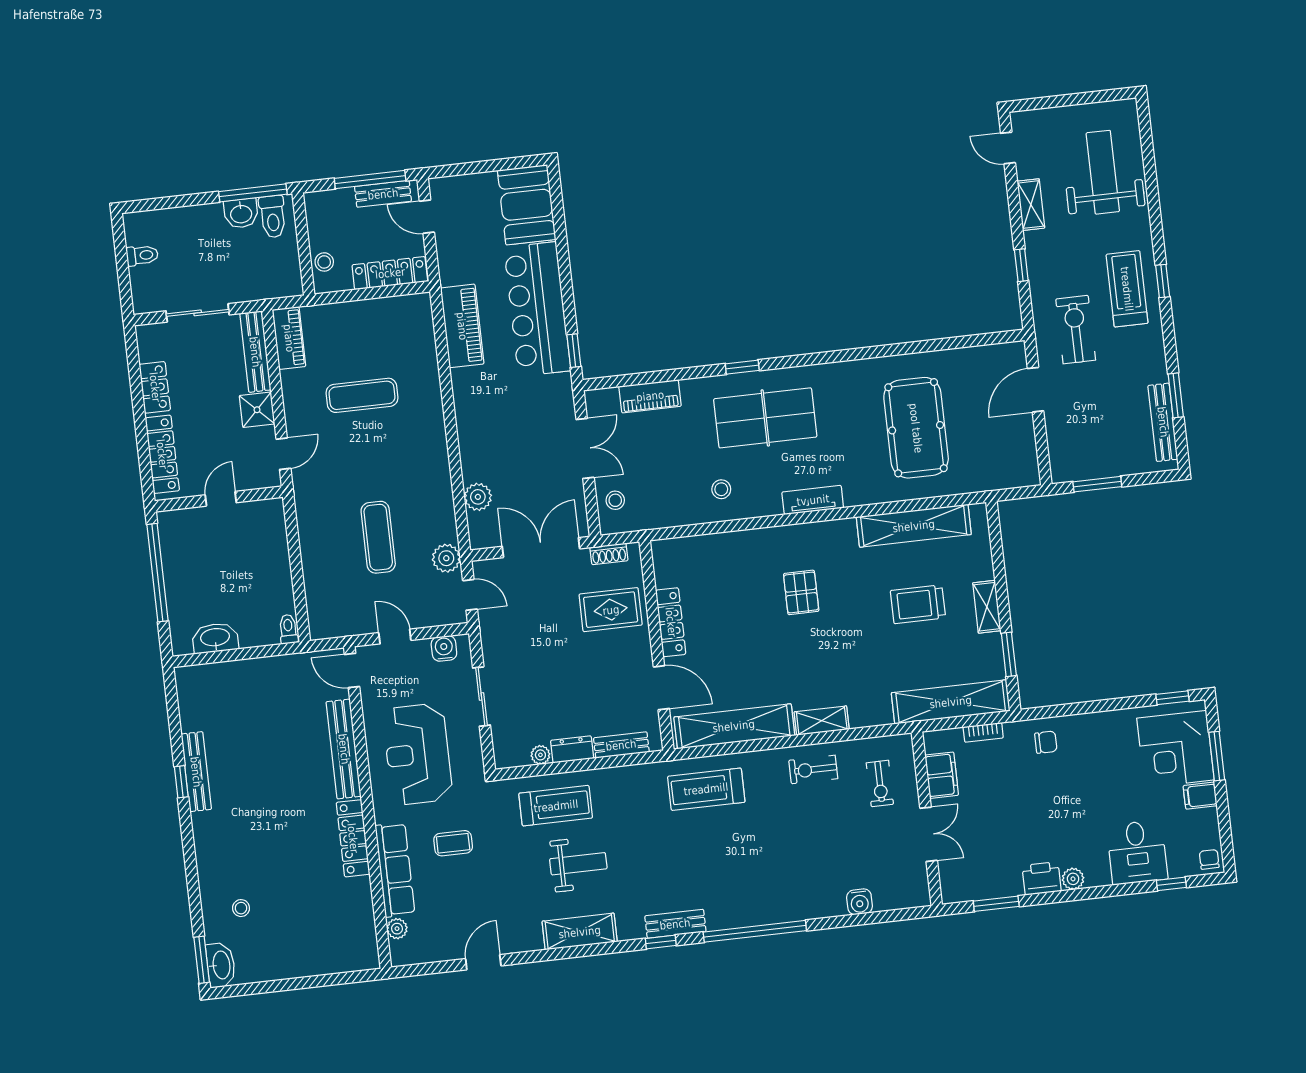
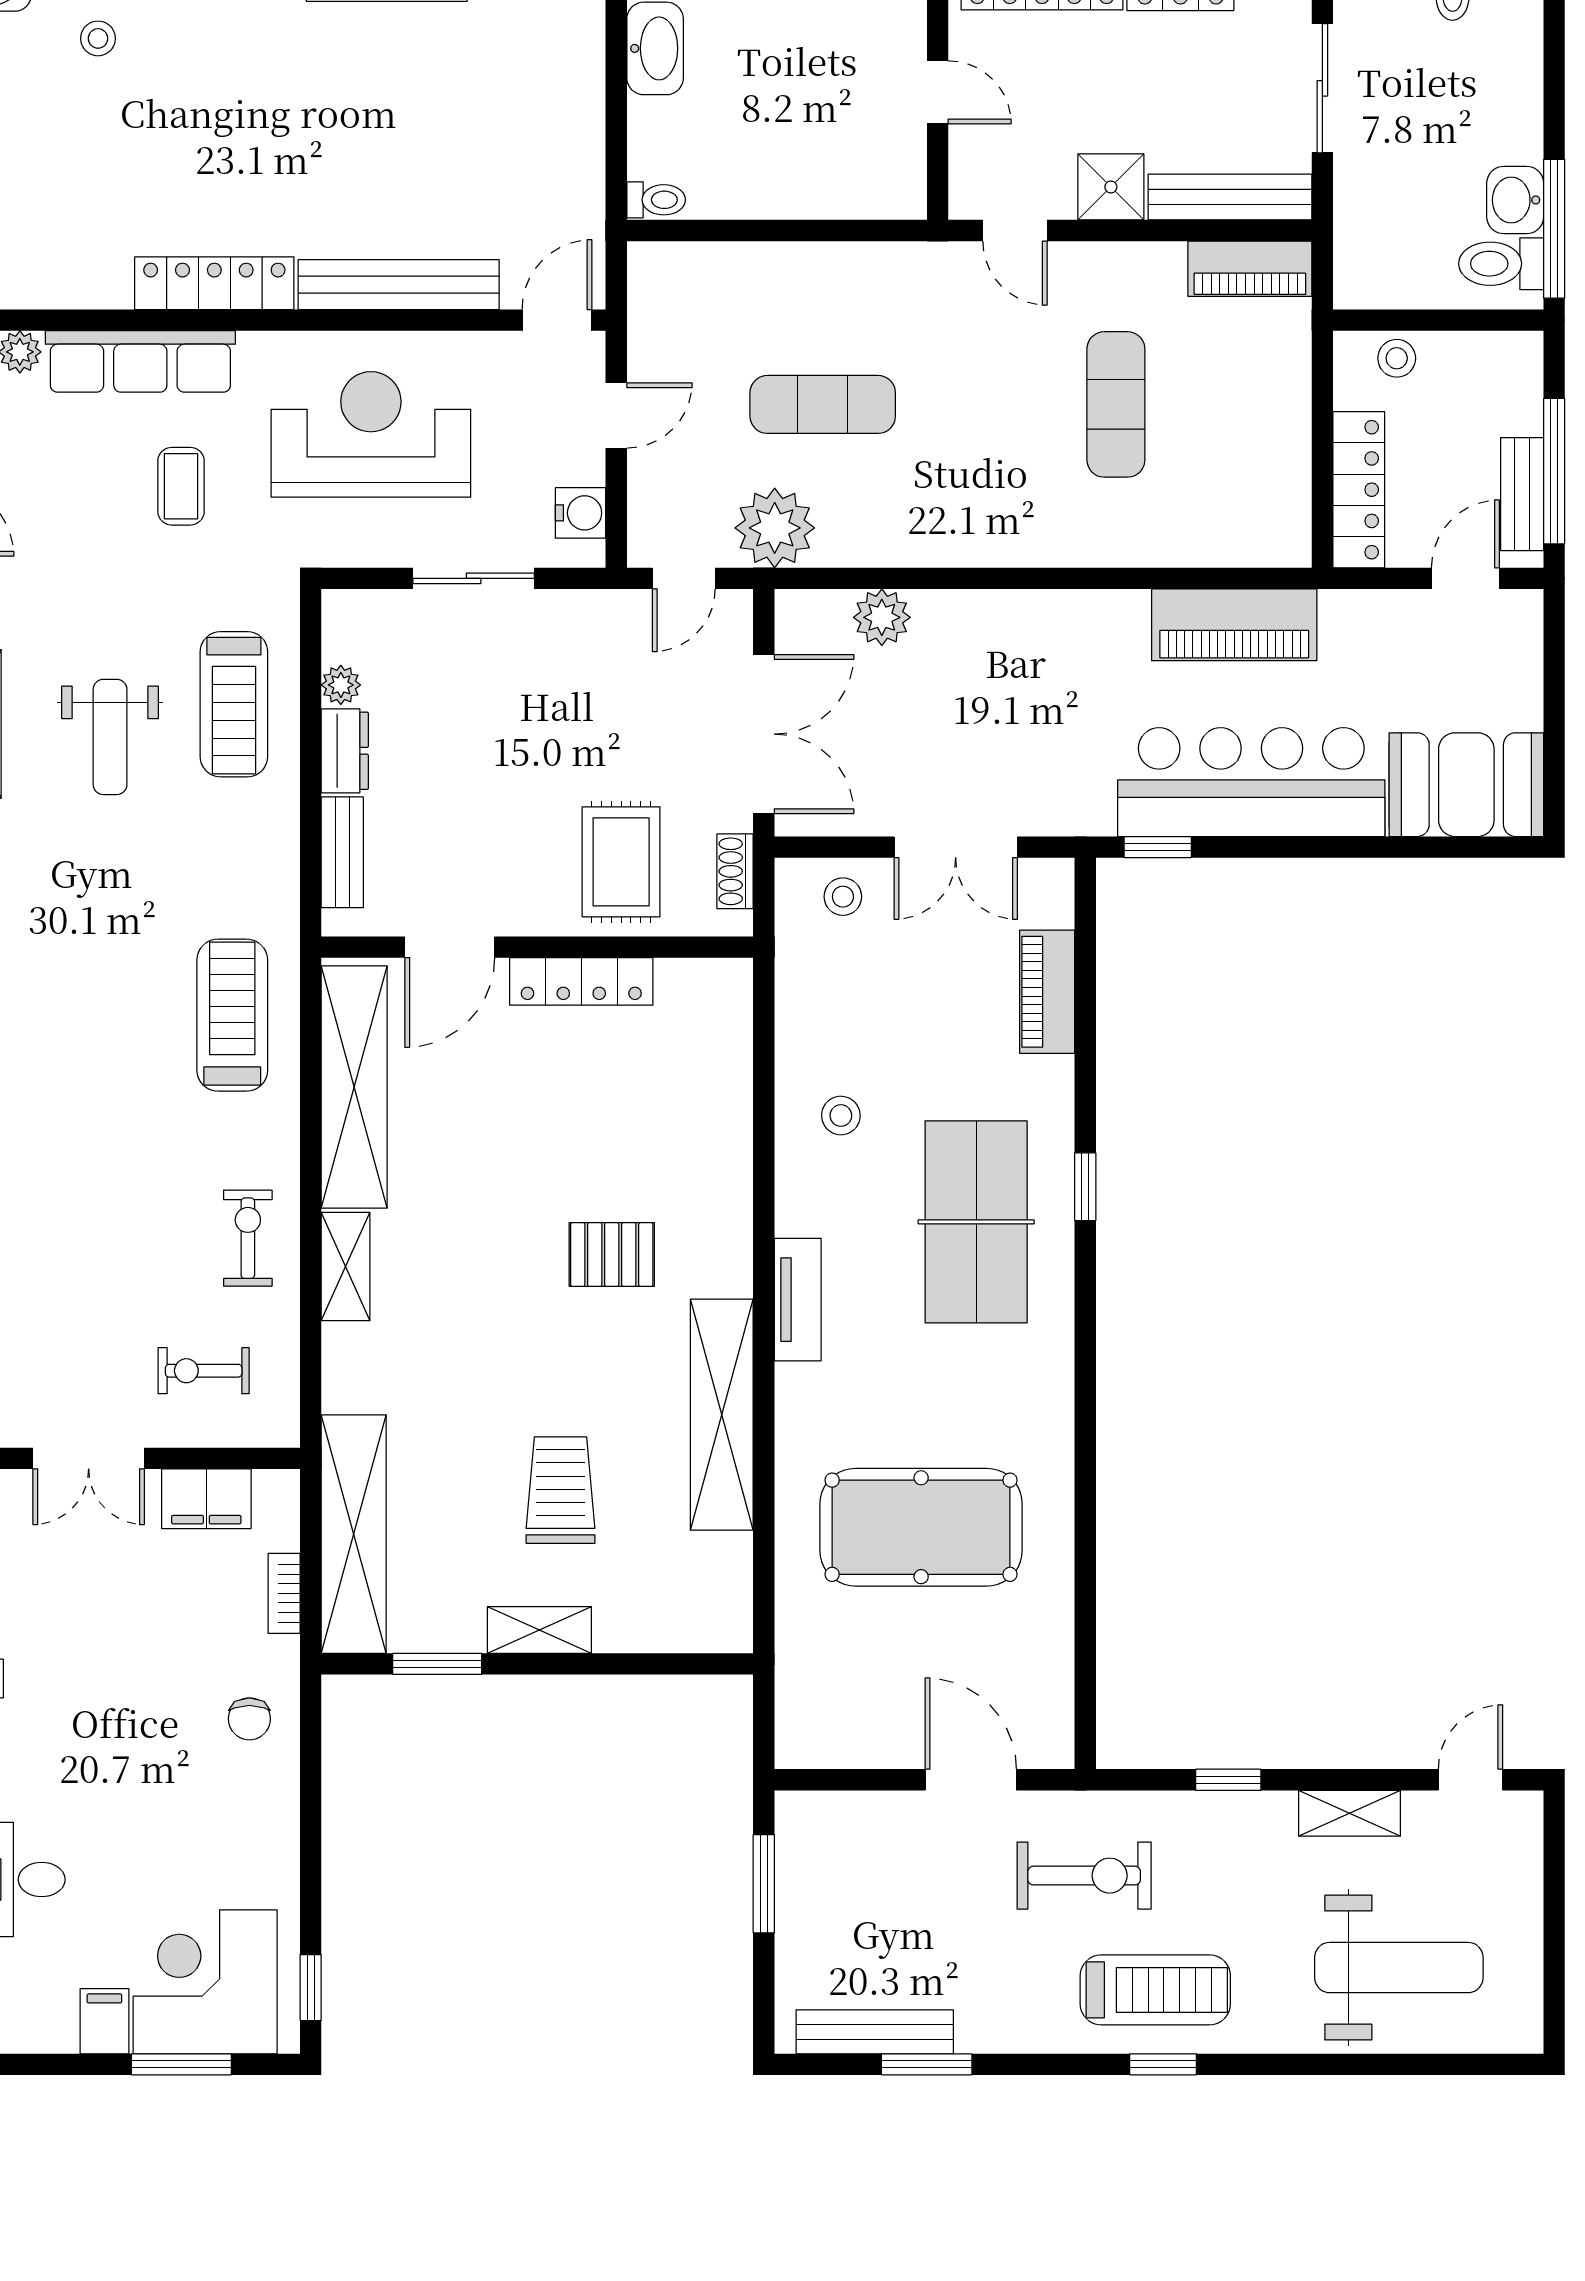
shelving: (914, 526) -> (722, 1415), moved
plant: (446, 558) -> (775, 528), width x1.36, depth x1.36

